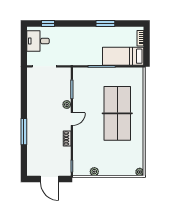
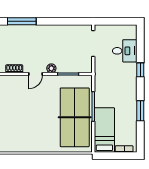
window: (48, 23) -> (140, 70), moved
desk: (38, 41) -> (125, 51), moved, turned 90
table tennis table: (117, 113) -> (75, 117), moved, turned 90
door: (72, 119) -> (35, 74), hinge flipped

